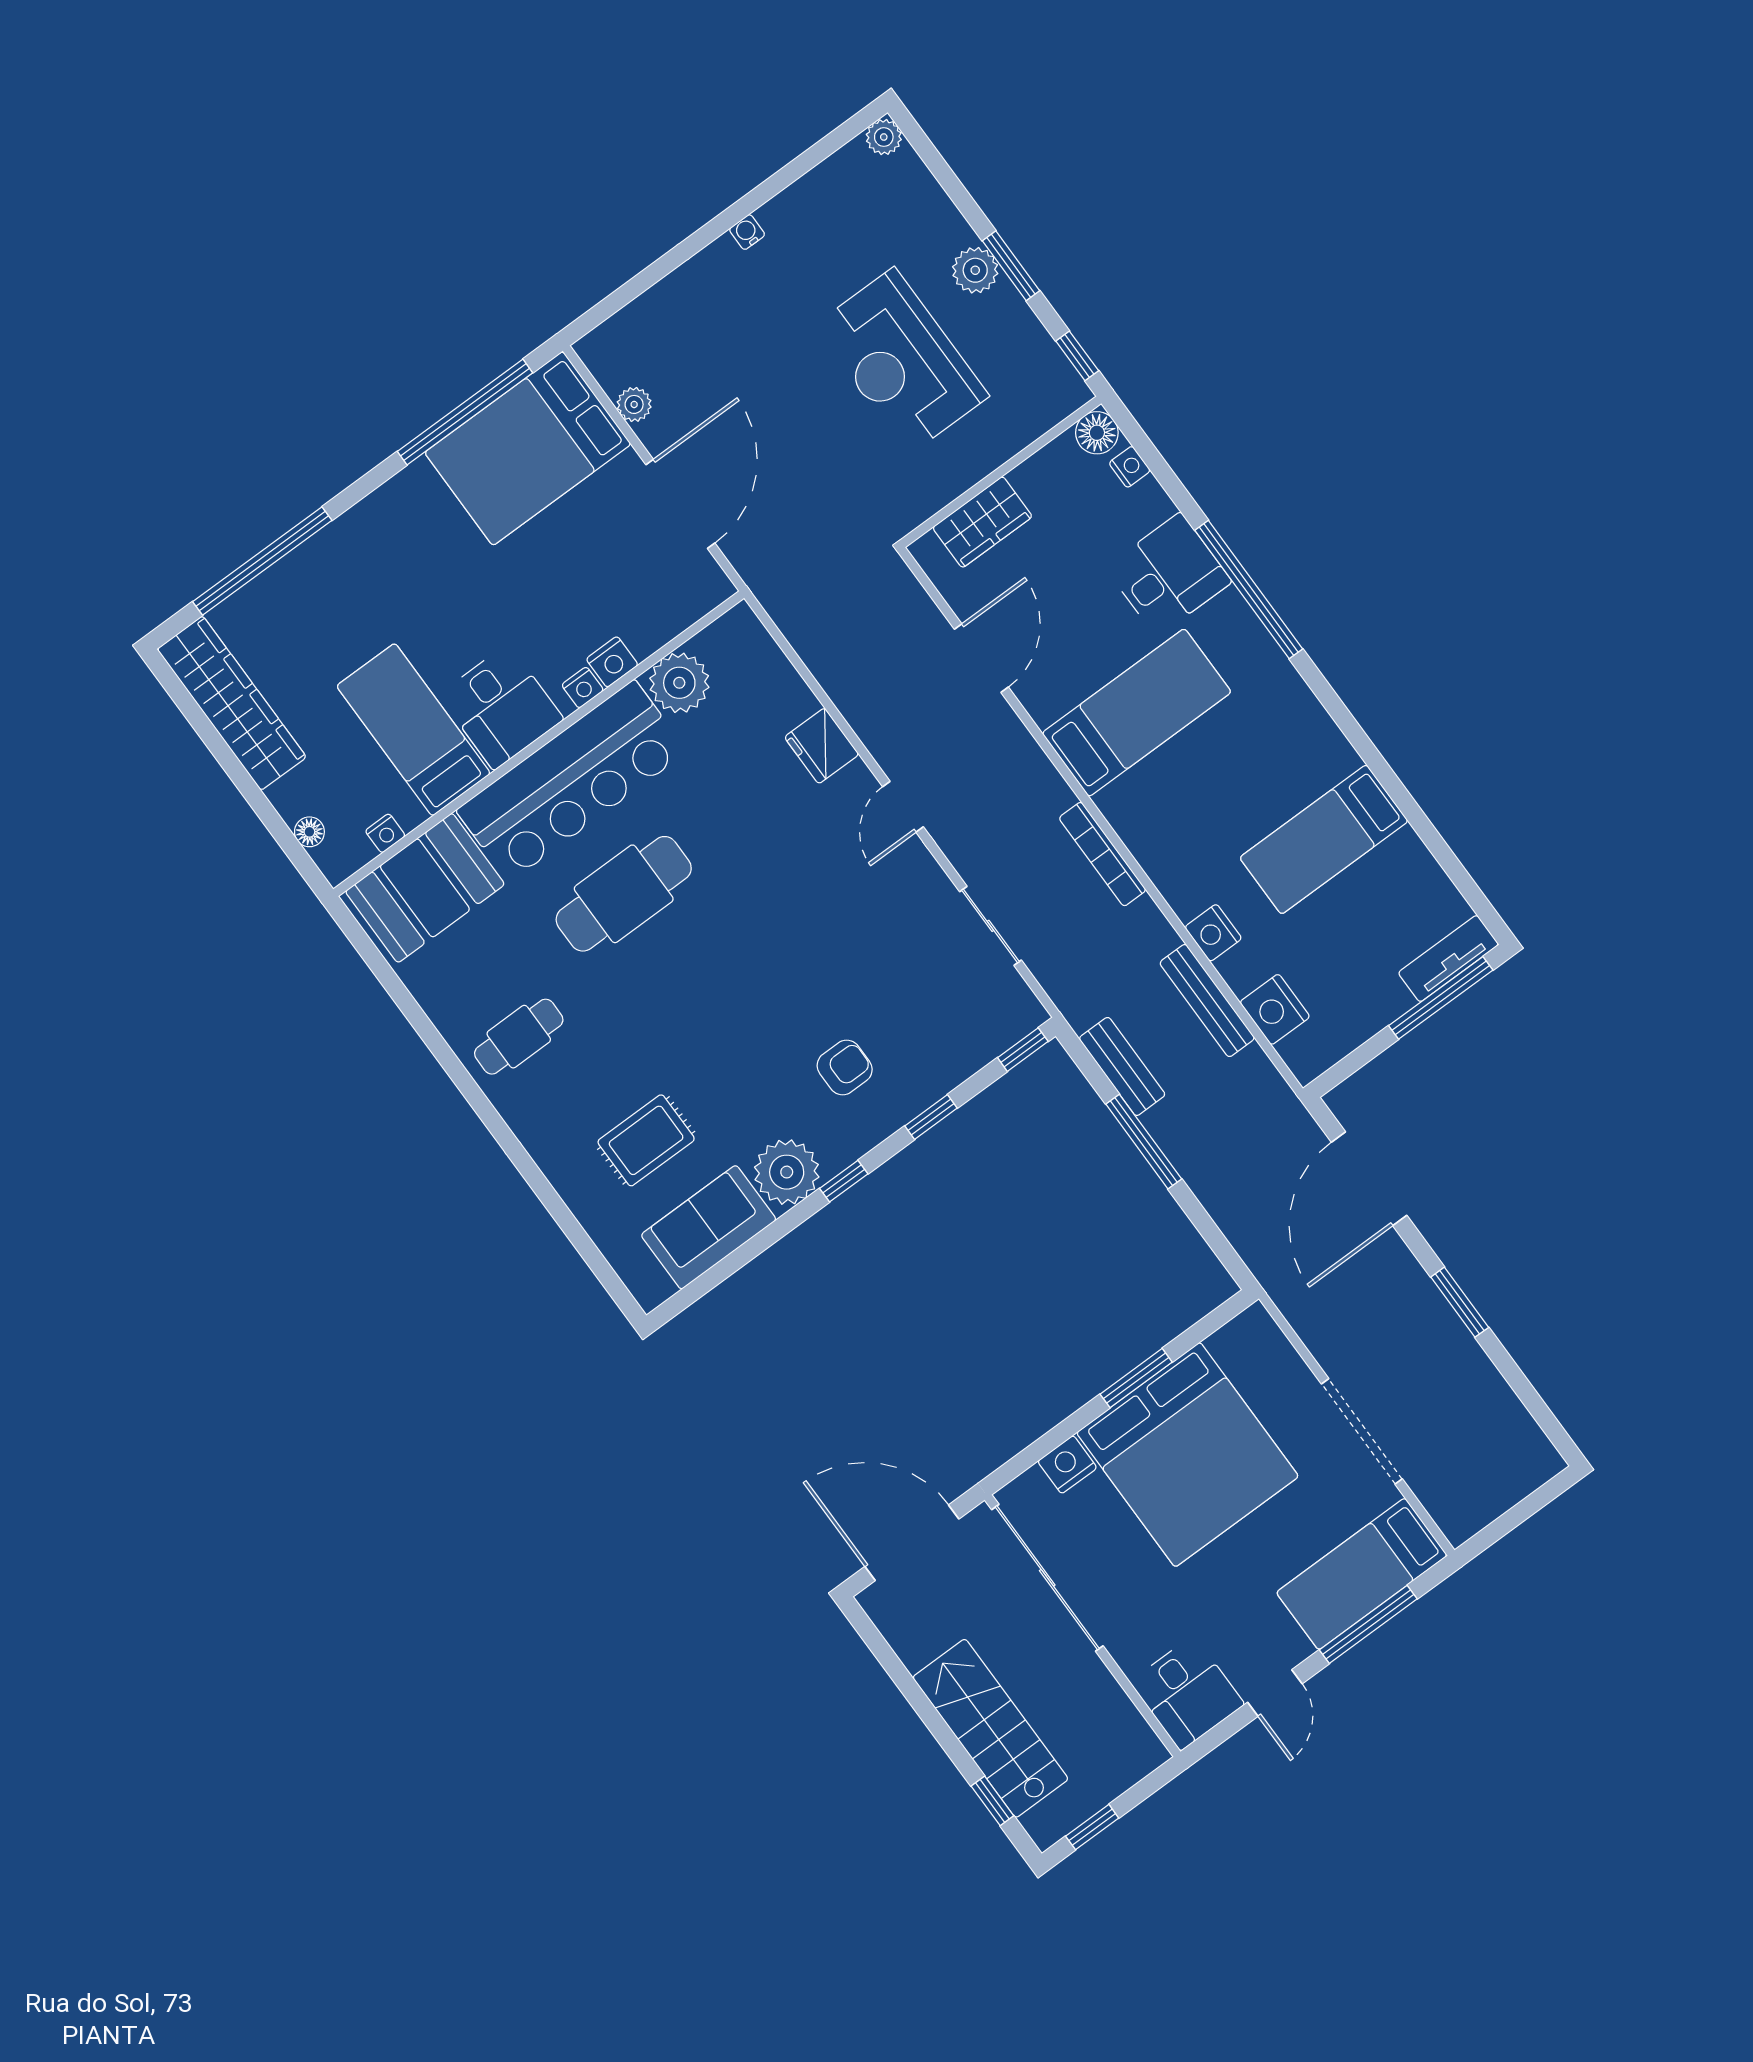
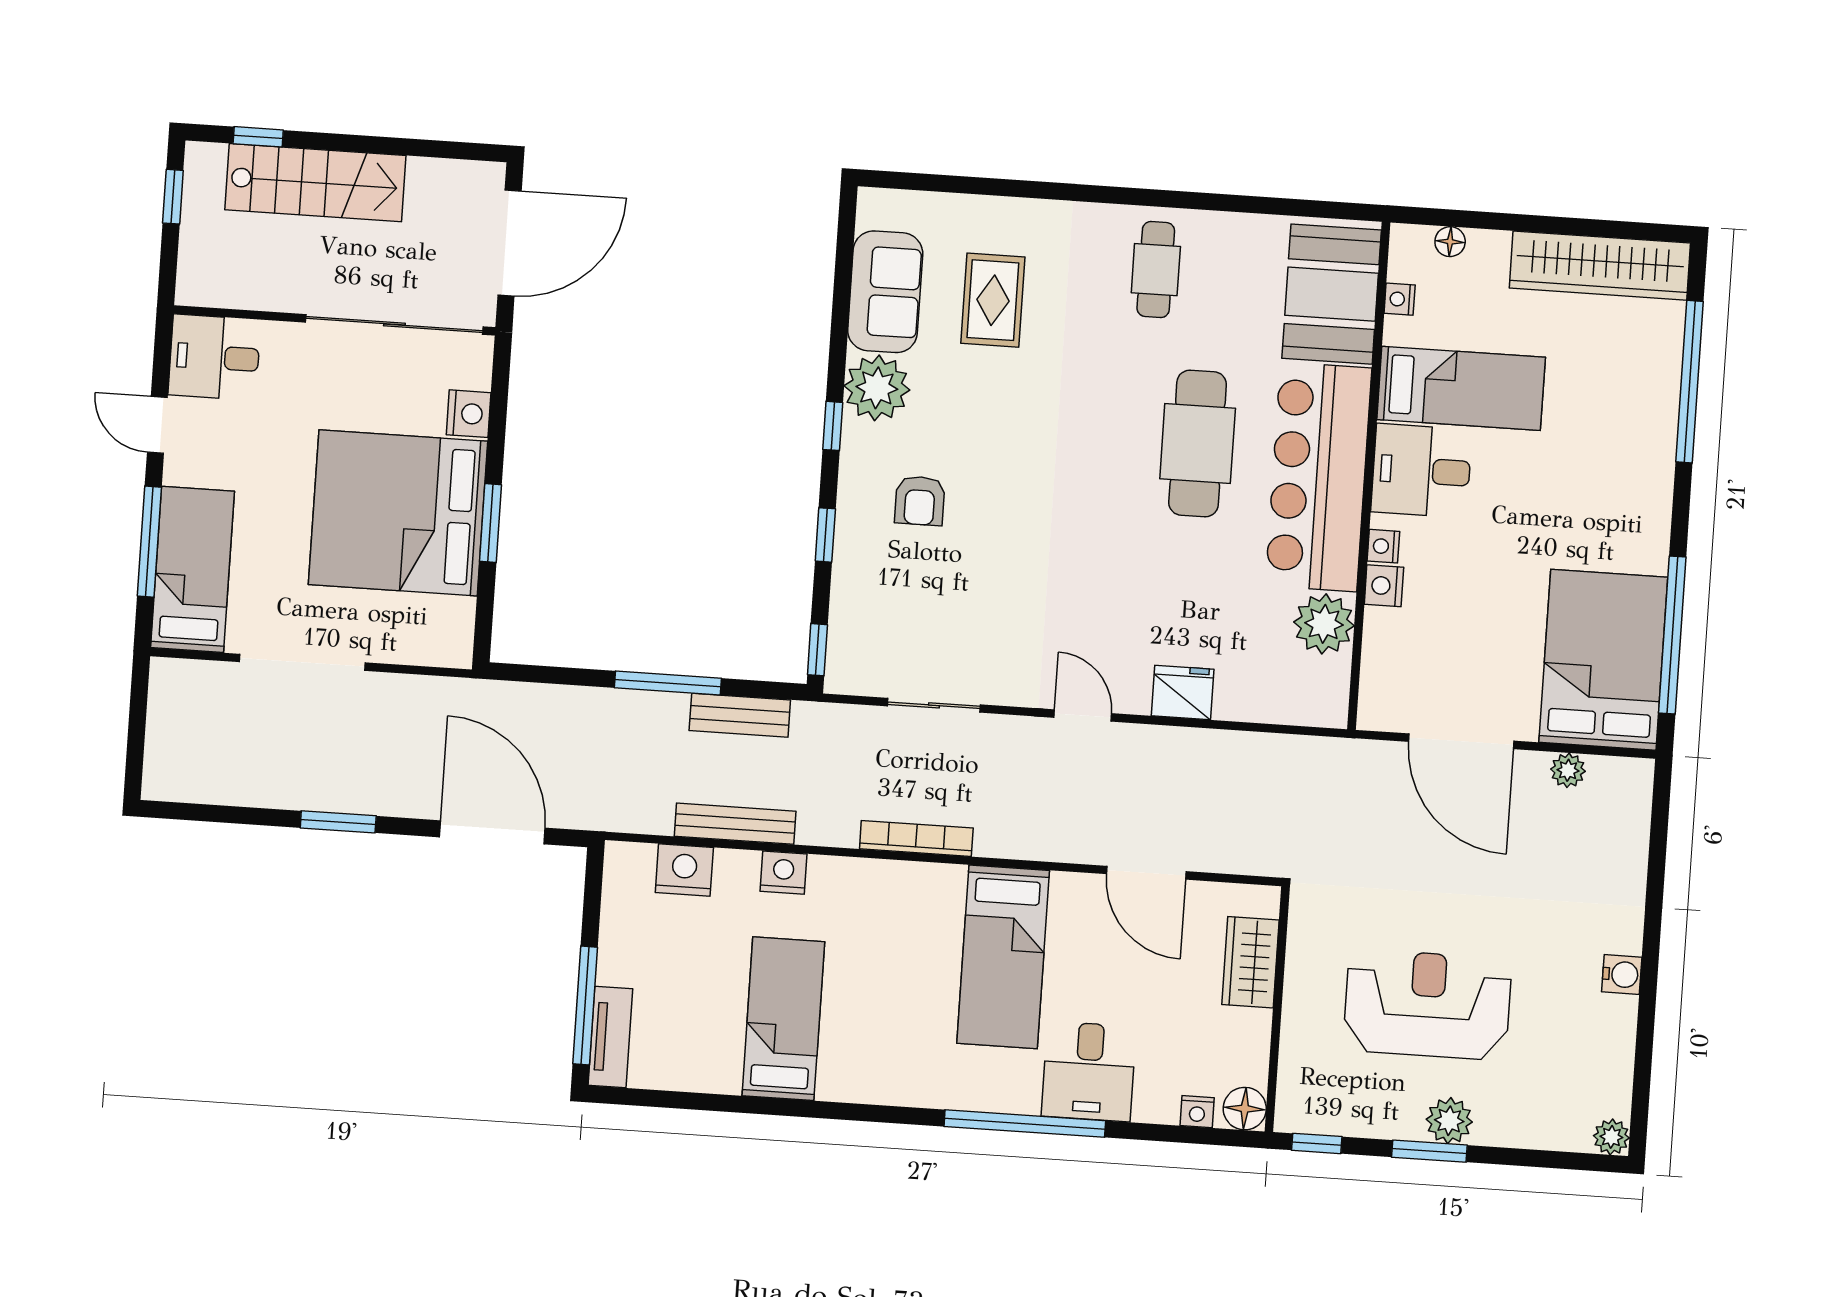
water cooler: (747, 232) -> (1622, 974), width x1.38, depth x1.38

